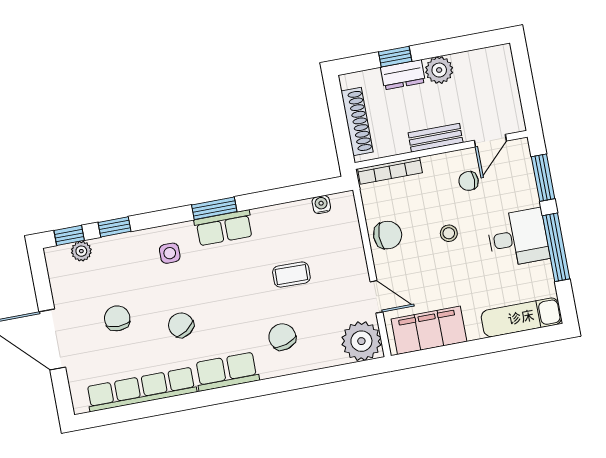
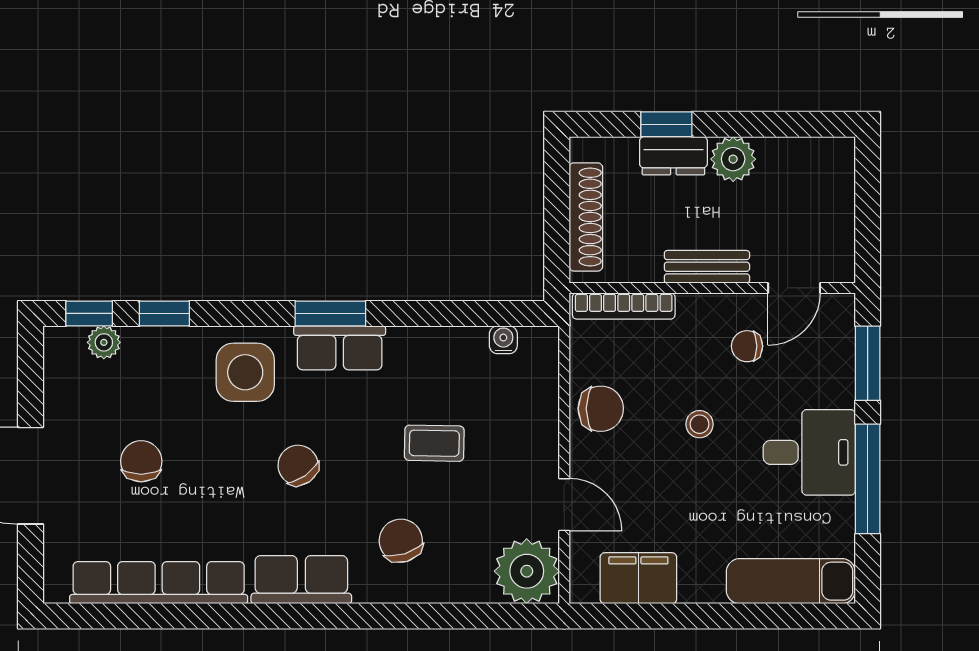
side table: (170, 253) -> (245, 372), width x1.87, depth x1.87
chair: (181, 325) -> (298, 465), moved
filing cabinet: (429, 330) -> (638, 578), width x0.67, depth x0.86

